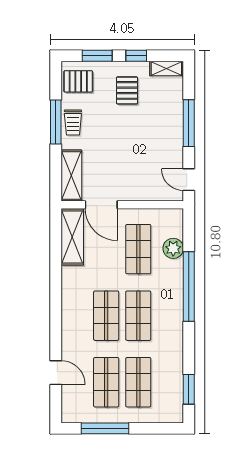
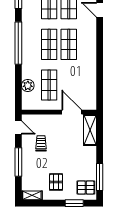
window: (136, 56) -> (50, 203), removed
window: (56, 122) -> (100, 177), moved
trolley: (73, 122) -> (41, 143), moved
shelving: (72, 237) -> (89, 92), removed
window: (189, 286) -> (18, 43), moved

